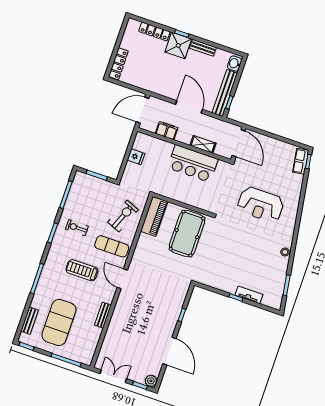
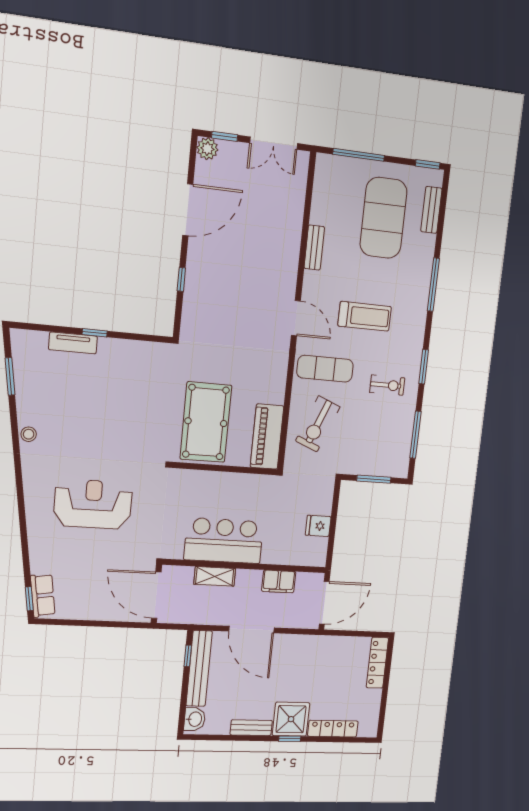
door: (169, 351) -> (188, 210), swing flipped

